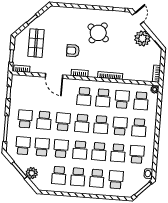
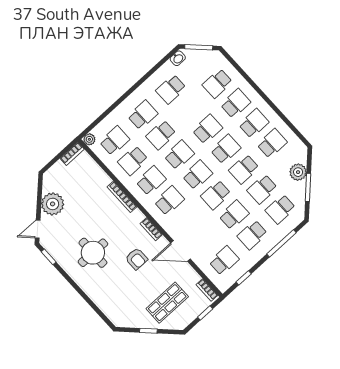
round table: (98, 33) -> (93, 253), turned -36
door: (54, 76) -> (180, 251), swing flipped
school desk: (118, 153) -> (224, 261), moved

